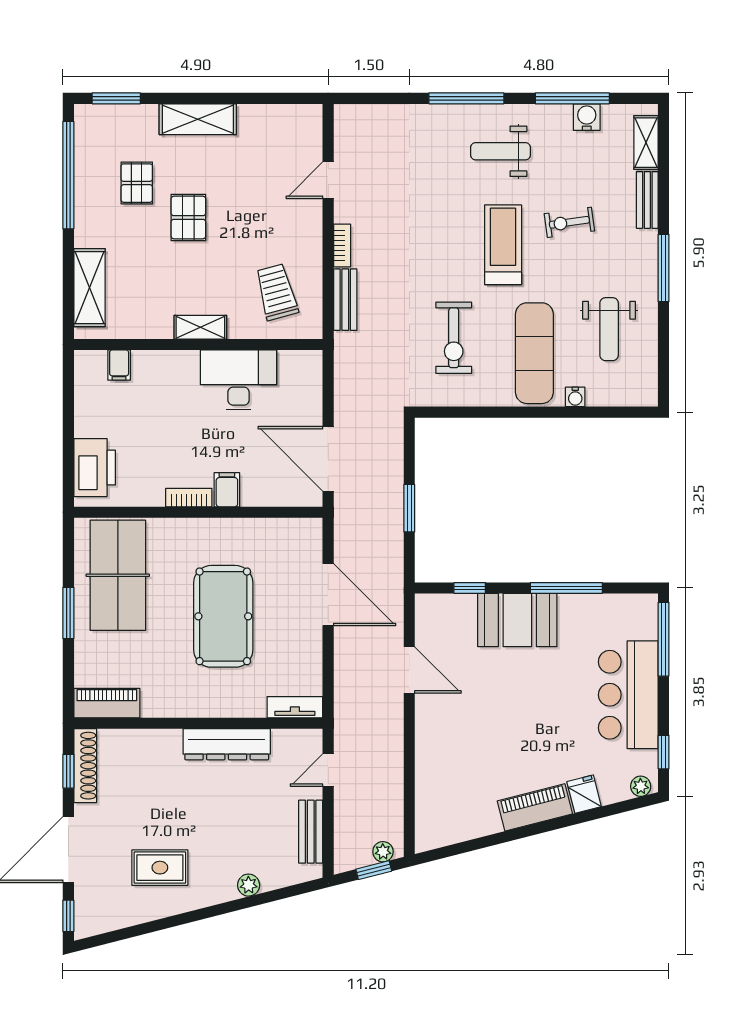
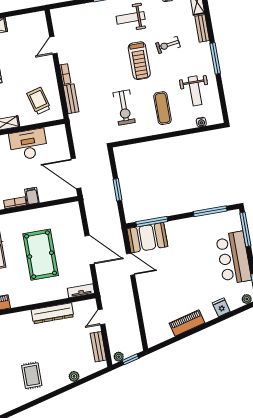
treadmill: (503, 245) -> (139, 61), turned 180
exercise mat: (534, 353) -> (163, 108), width x0.73, depth x0.69
water cooler: (575, 397) -> (201, 122), moved
window: (470, 588) -> (152, 222), width x2.17
window: (566, 588) -> (210, 211), moved
door: (328, 595) -> (90, 250), moved
booth: (517, 620) -> (147, 238), moved
piano: (535, 807) -> (187, 323), moved
plant: (383, 852) -> (119, 357), moved
rug: (160, 868) -> (32, 376), turned 90

